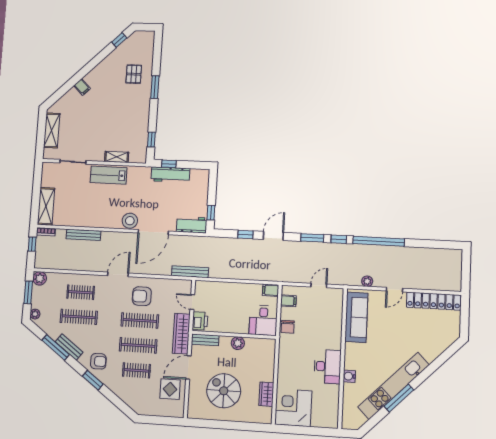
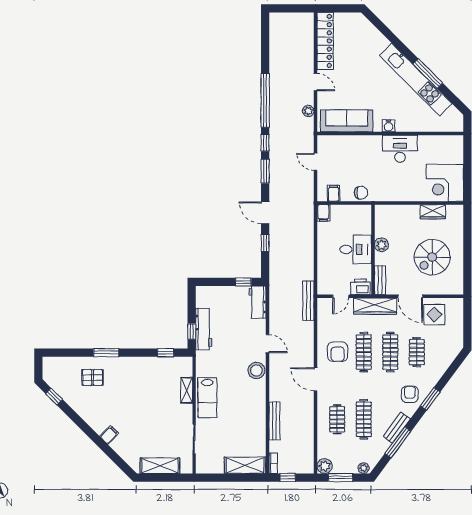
door: (153, 232) -> (268, 344), width x0.53
desk: (263, 320) -> (356, 249), moved
water cooler: (349, 376) -> (389, 126), moved

